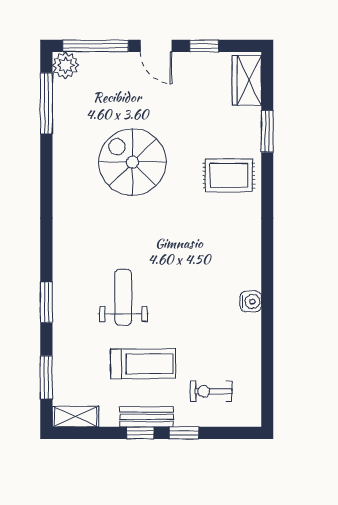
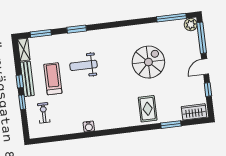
weight bench: (123, 297) -> (83, 65), turned 180
treadmill: (143, 364) -> (53, 79), turned 180
bench: (147, 417) -> (27, 79), width x1.36

